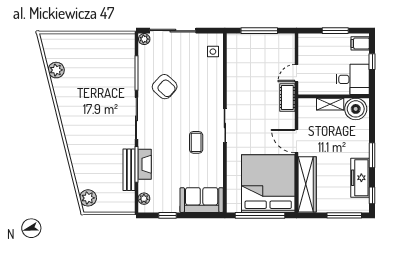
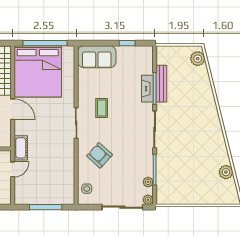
armchair: (165, 87) -> (100, 155), moved
plant: (144, 199) -> (148, 182), moved

